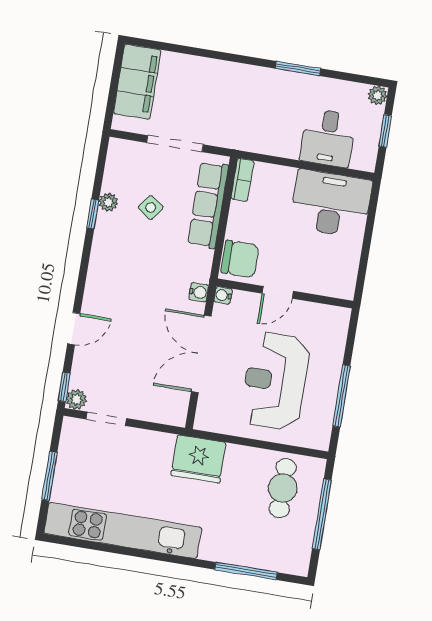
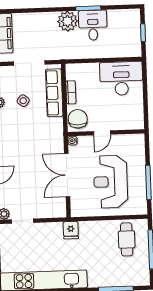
plant: (378, 95) -> (68, 21), moved, width x1.87, depth x1.87
desk: (328, 138) -> (93, 25), moved, turned 180
bookcase: (242, 180) -> (71, 92), moved
chair: (240, 259) -> (78, 119), turned -90
water cooler: (199, 292) -> (59, 142), removed
fridge: (198, 459) -> (71, 230), width x0.53, depth x0.75

